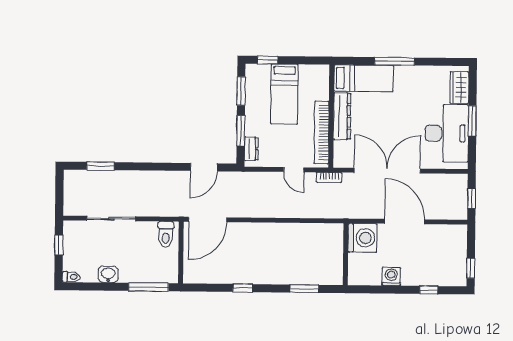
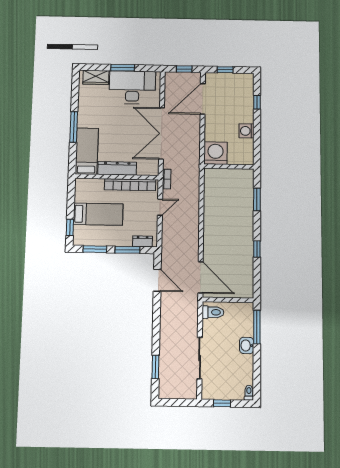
door: (405, 222) -> (203, 99), moved
window: (471, 268) -> (225, 70), moved
washbasin: (108, 274) -> (247, 345), moved

